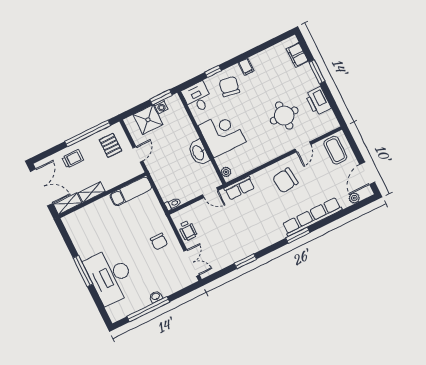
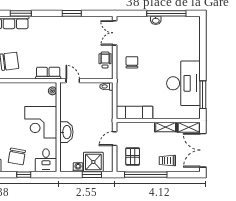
window: (161, 97) -> (92, 175), moved
washbasin: (199, 153) -> (66, 132), moved
window: (83, 271) -> (203, 95), moved
desk: (110, 276) -> (183, 83), moved

